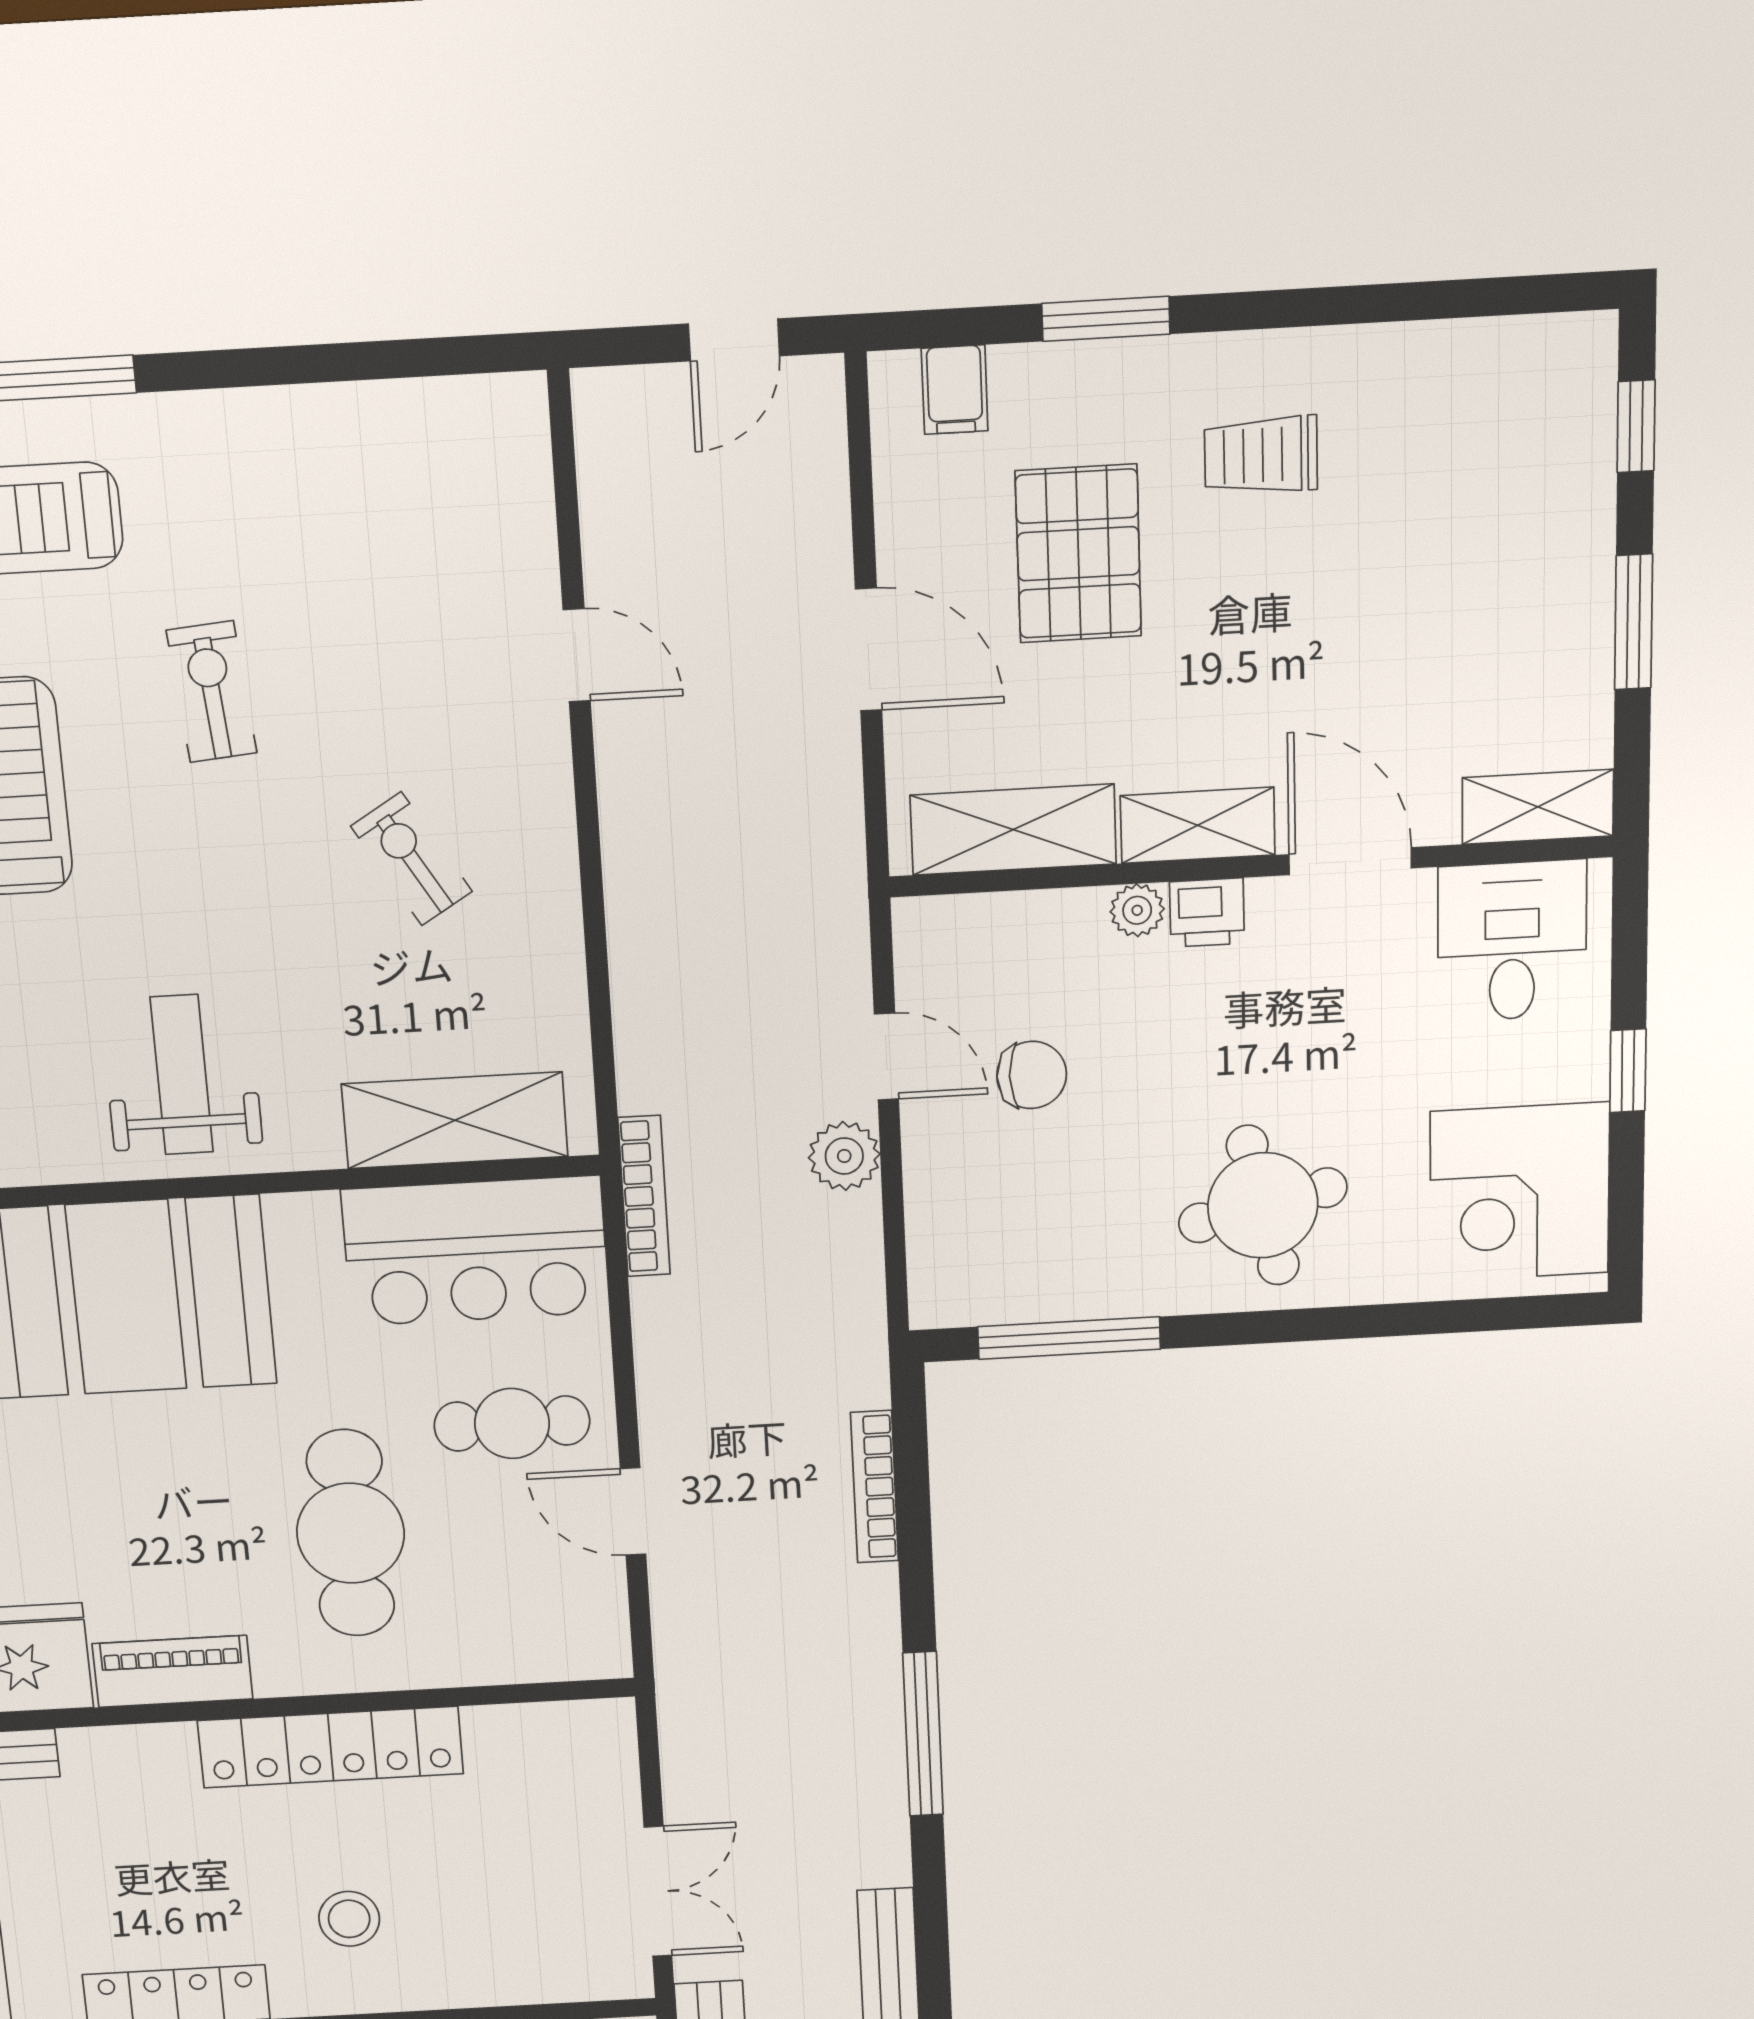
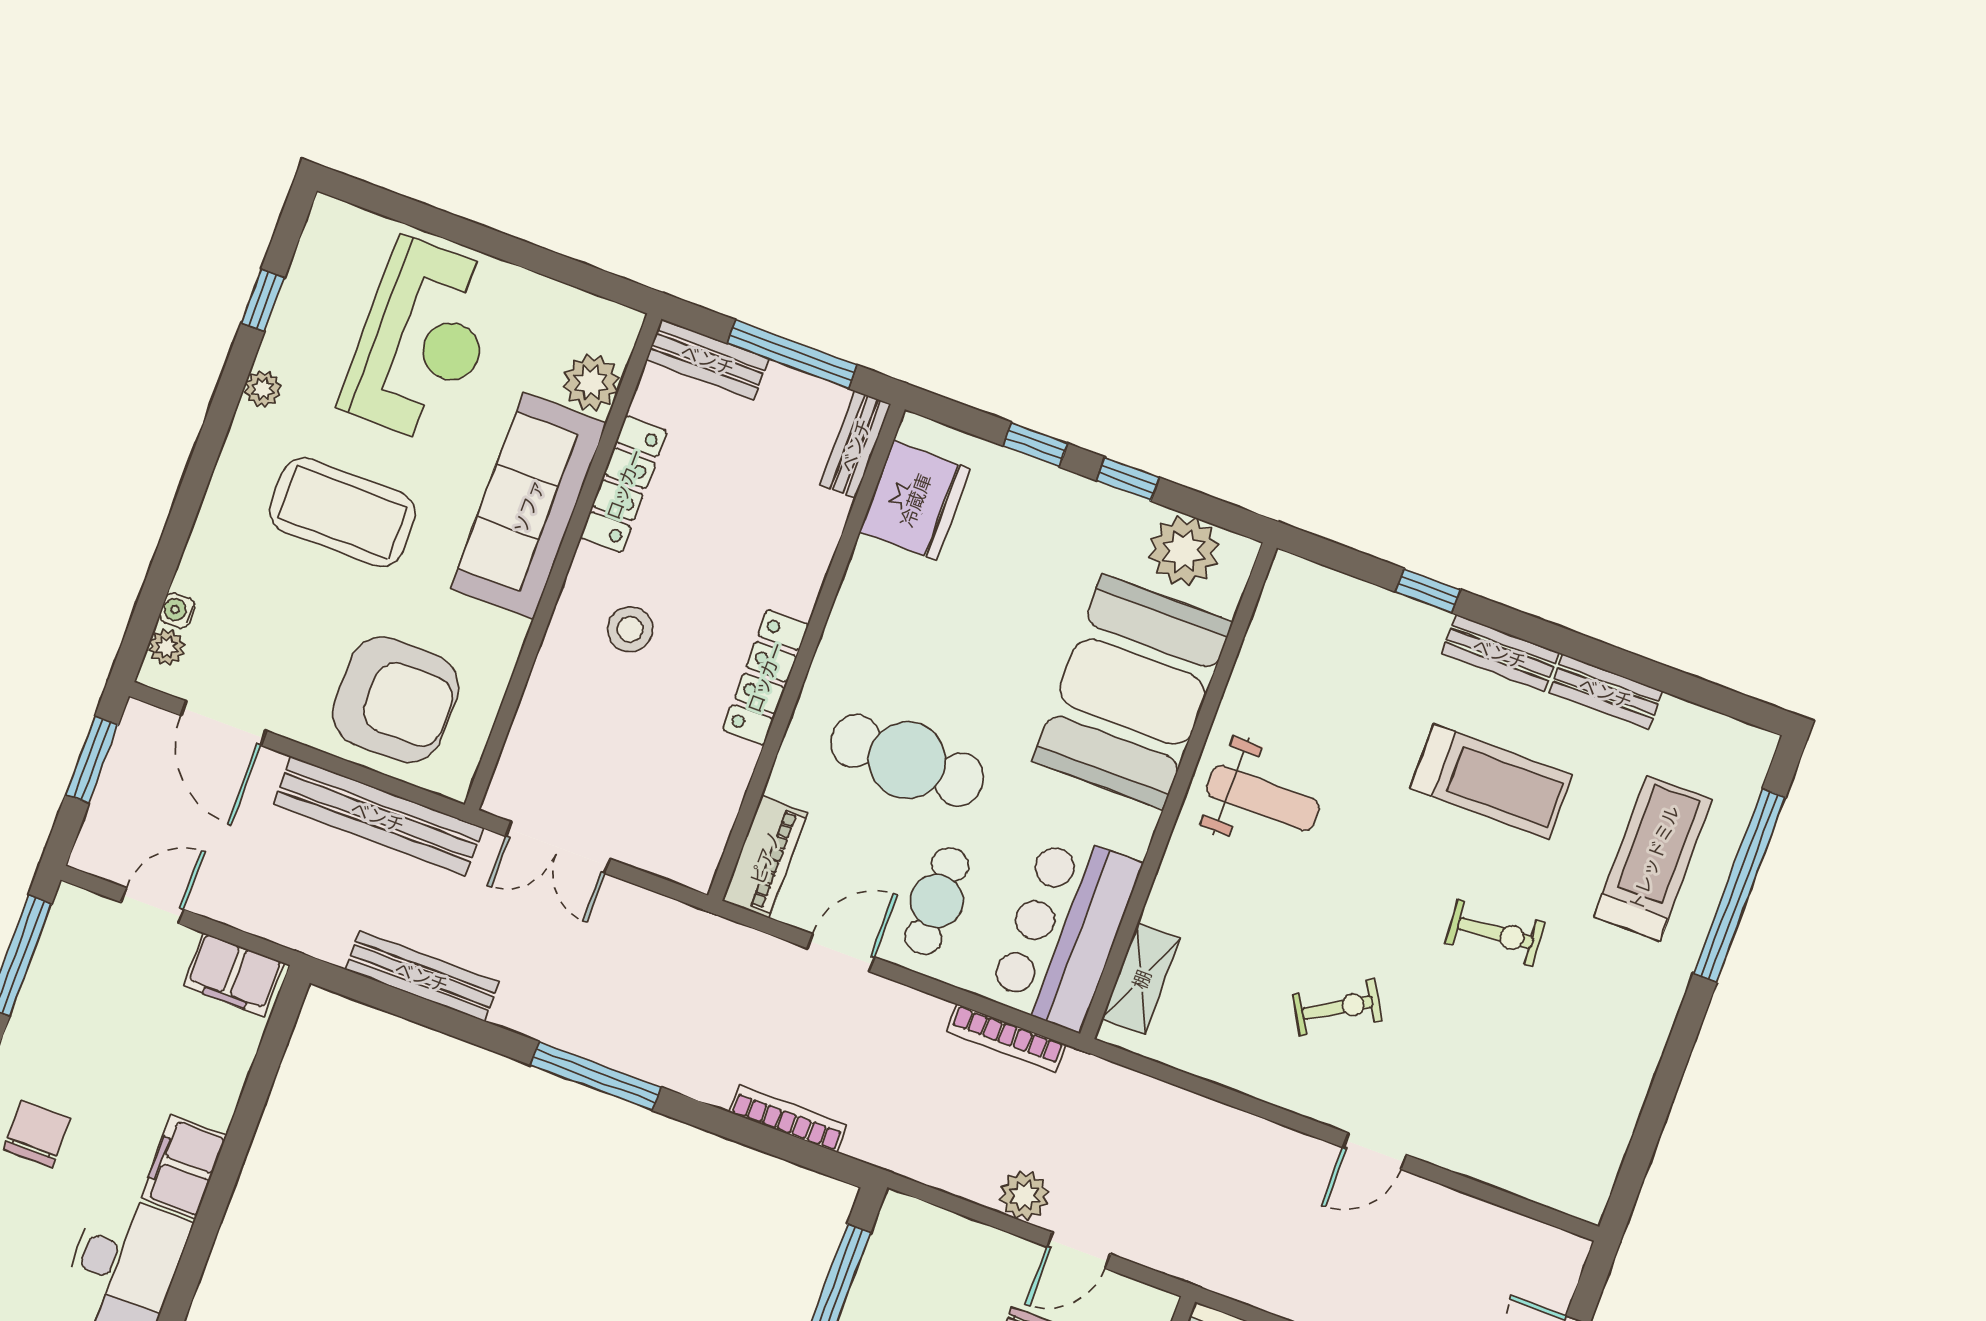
door: (577, 655) -> (1375, 1151), moved
shelving: (455, 1120) -> (1141, 979), width x0.67, depth x0.75
bookcase: (644, 1196) -> (1006, 1038), moved
piano: (173, 1671) -> (765, 857), moved
locker: (331, 1747) -> (765, 677), width x0.71, depth x0.83

